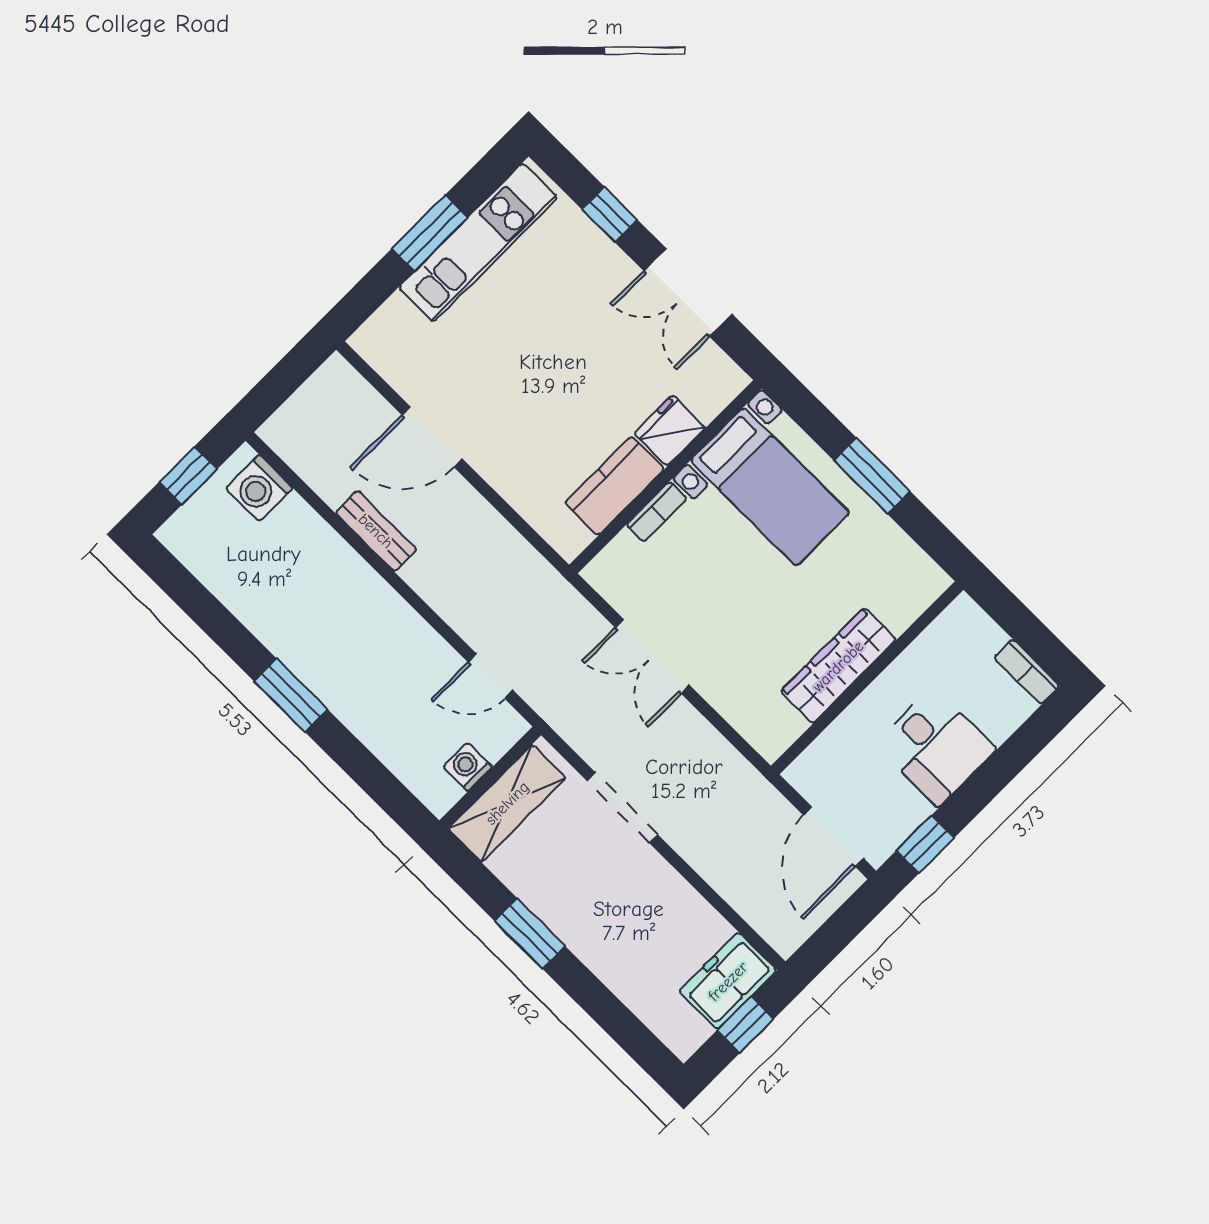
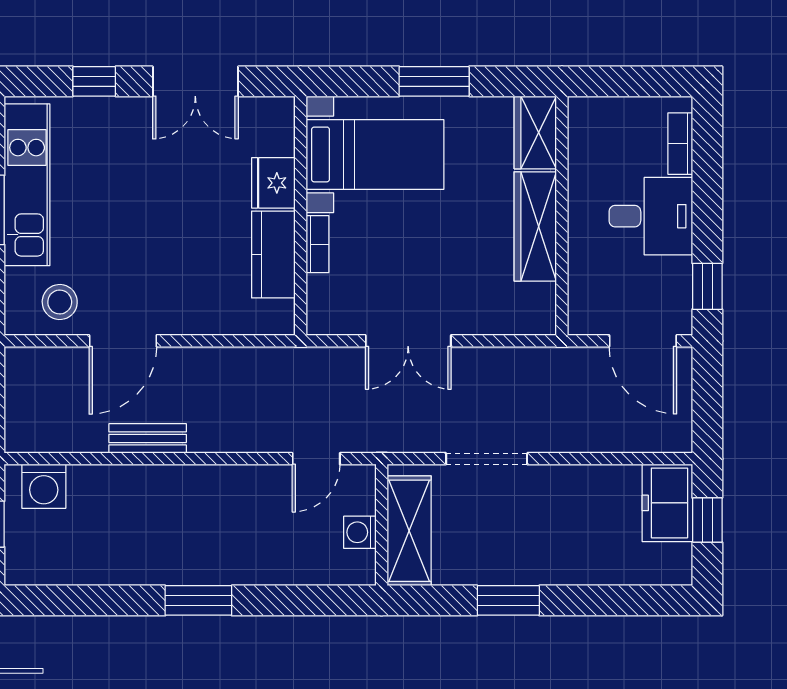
stool: (413, 358) -> (60, 302), added
wardrobe: (911, 593) -> (535, 132), added
bookcase: (1027, 672) -> (680, 144), moved, turned 90

